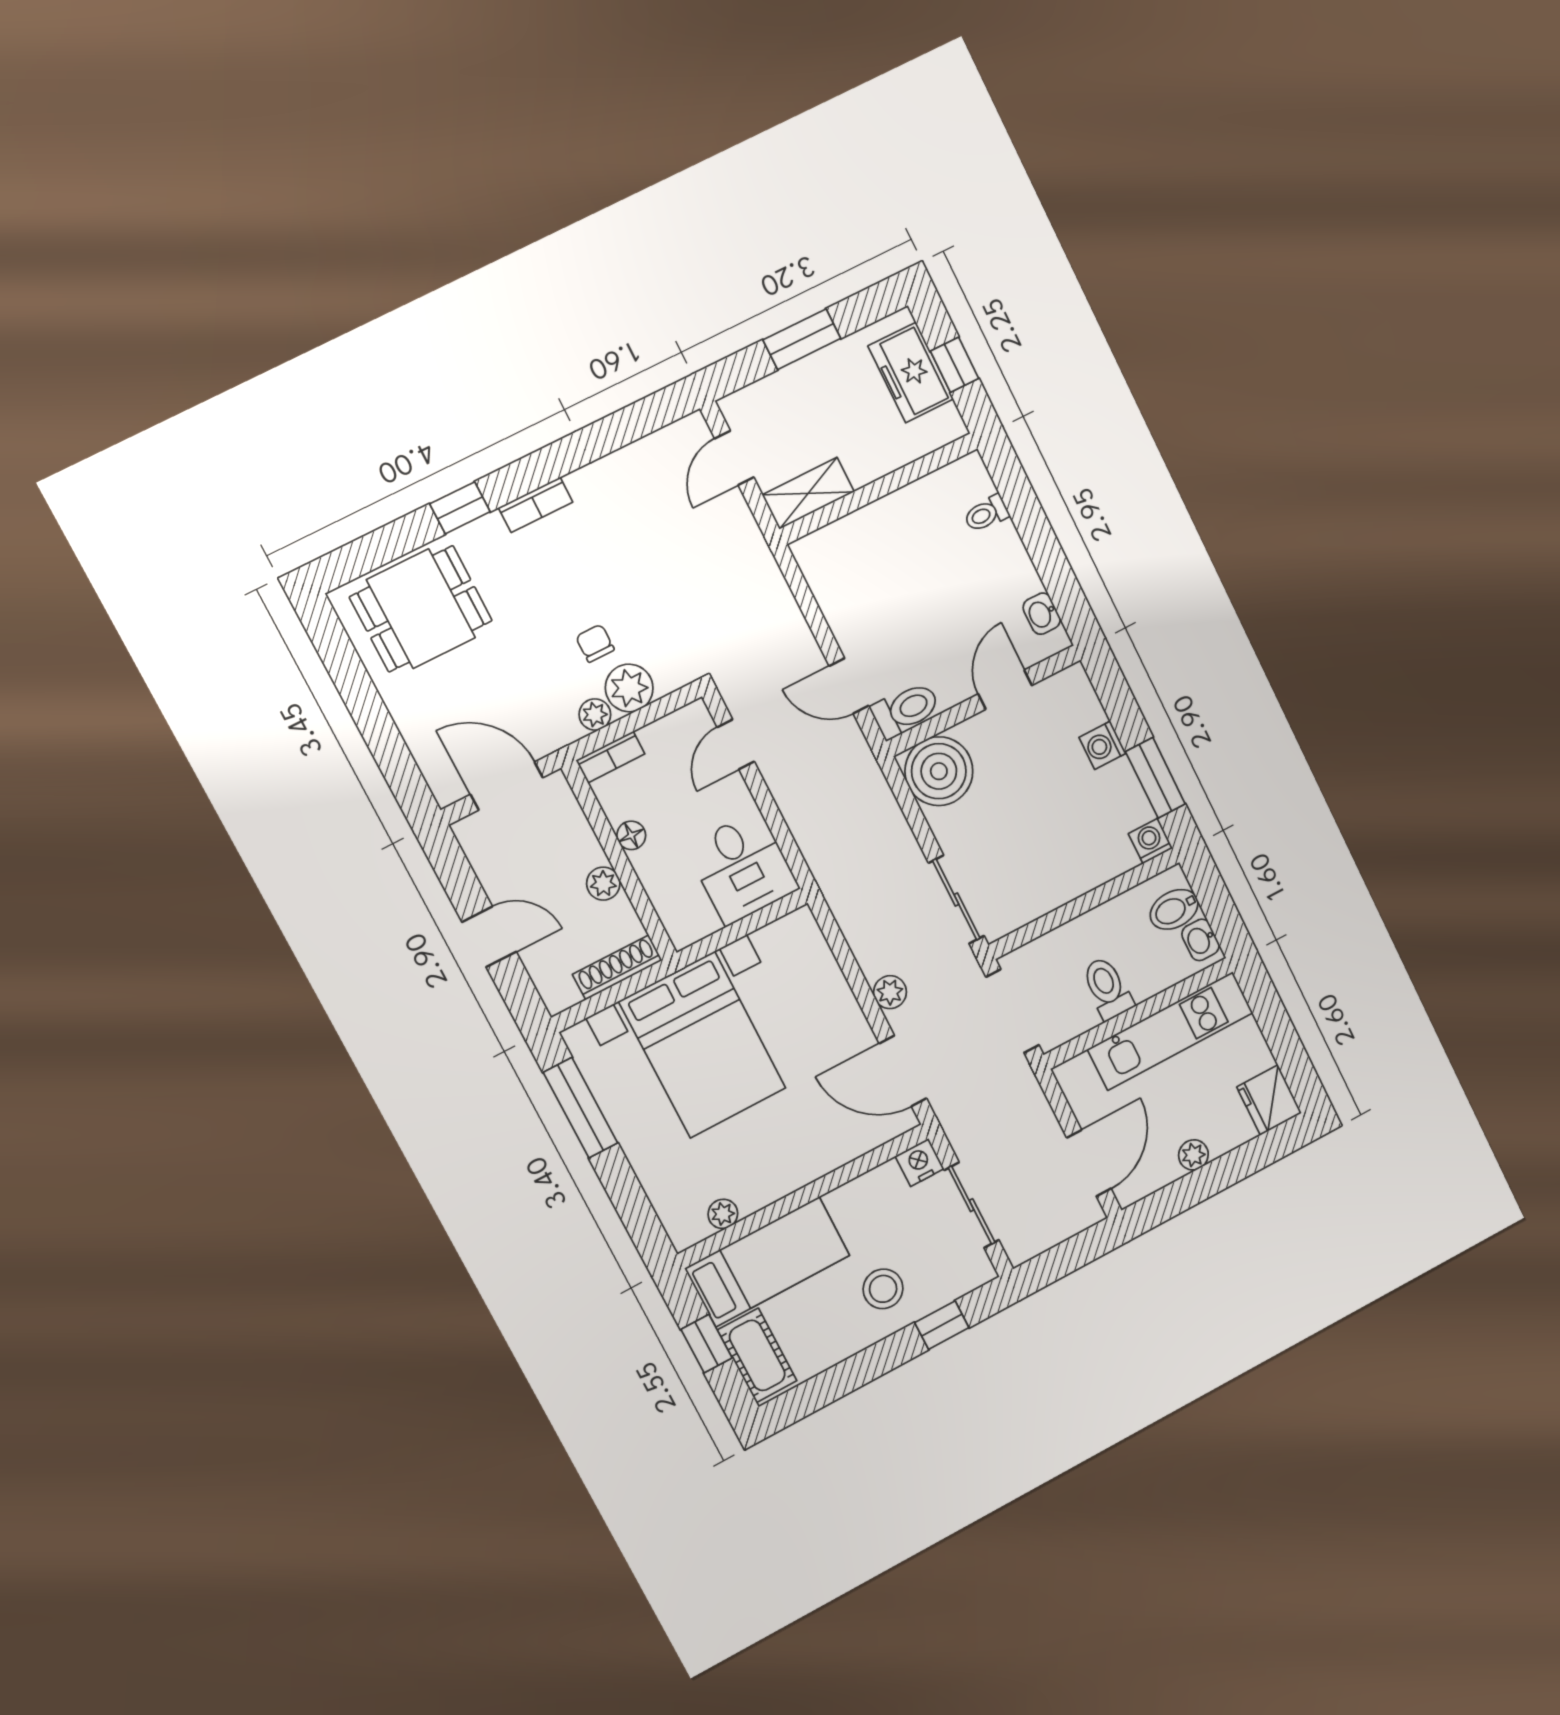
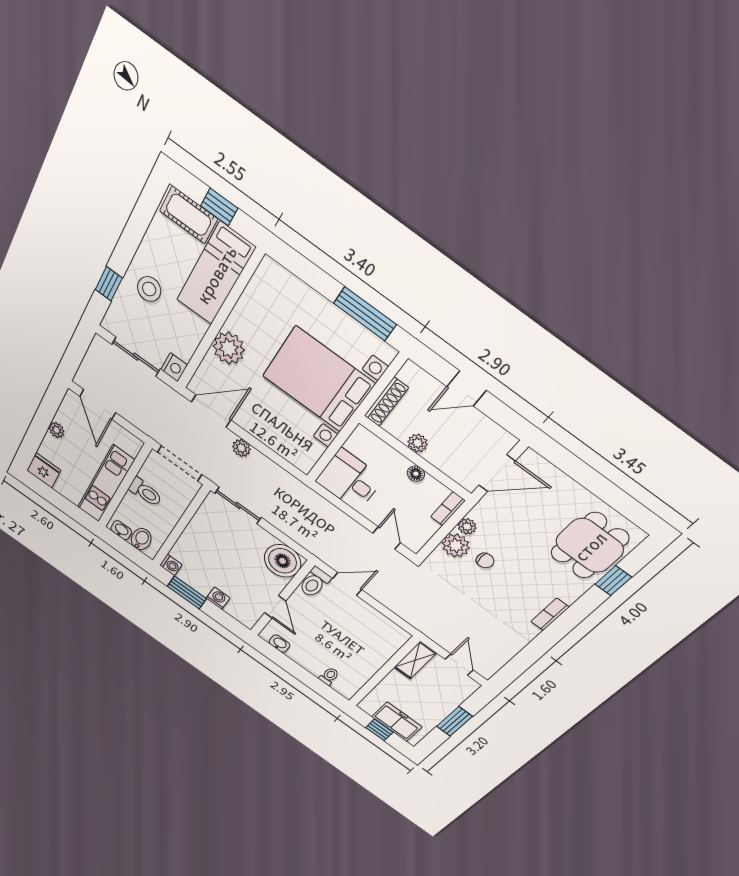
window: (460, 508) -> (613, 581), moved
plant: (723, 1214) -> (229, 348), moved, width x1.88, depth x1.88

